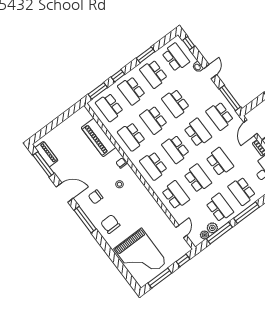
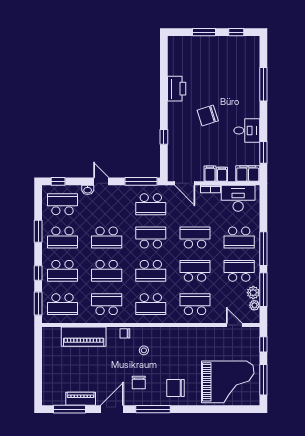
school desk: (131, 137) -> (107, 304), turned 180
piano: (46, 154) -> (81, 399), moved

